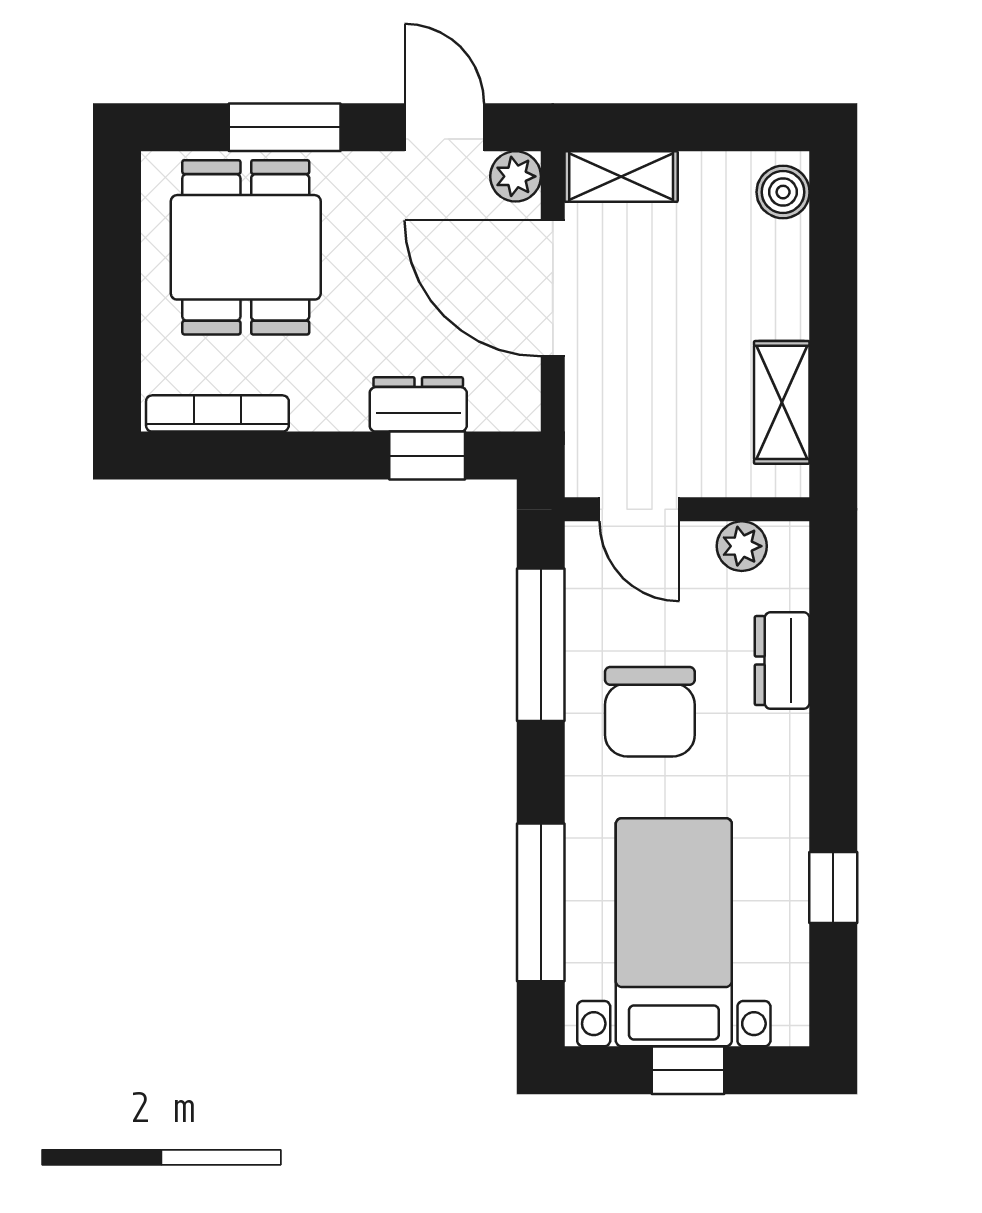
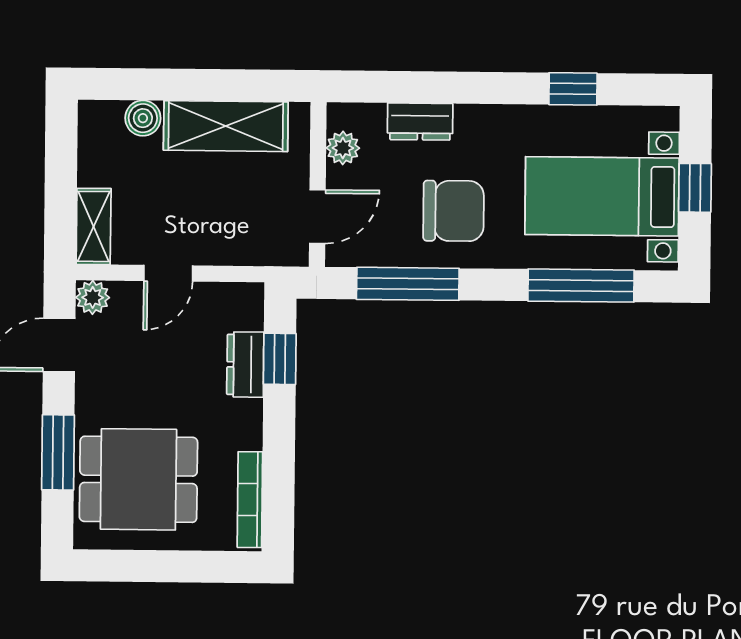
boiler: (783, 192) -> (143, 118), moved
door: (553, 288) -> (168, 273), width x0.53
shelving: (782, 402) -> (226, 126), width x1.50, depth x1.33

